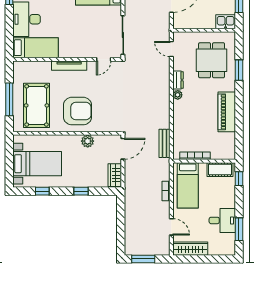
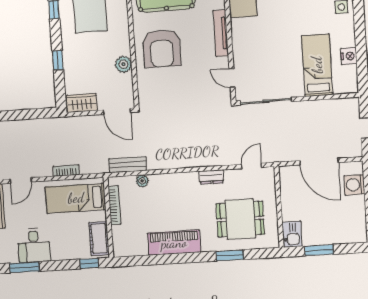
plant: (178, 95) -> (142, 181), moved

